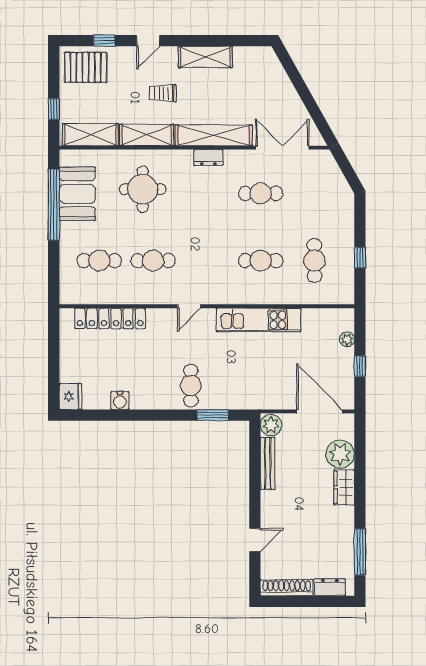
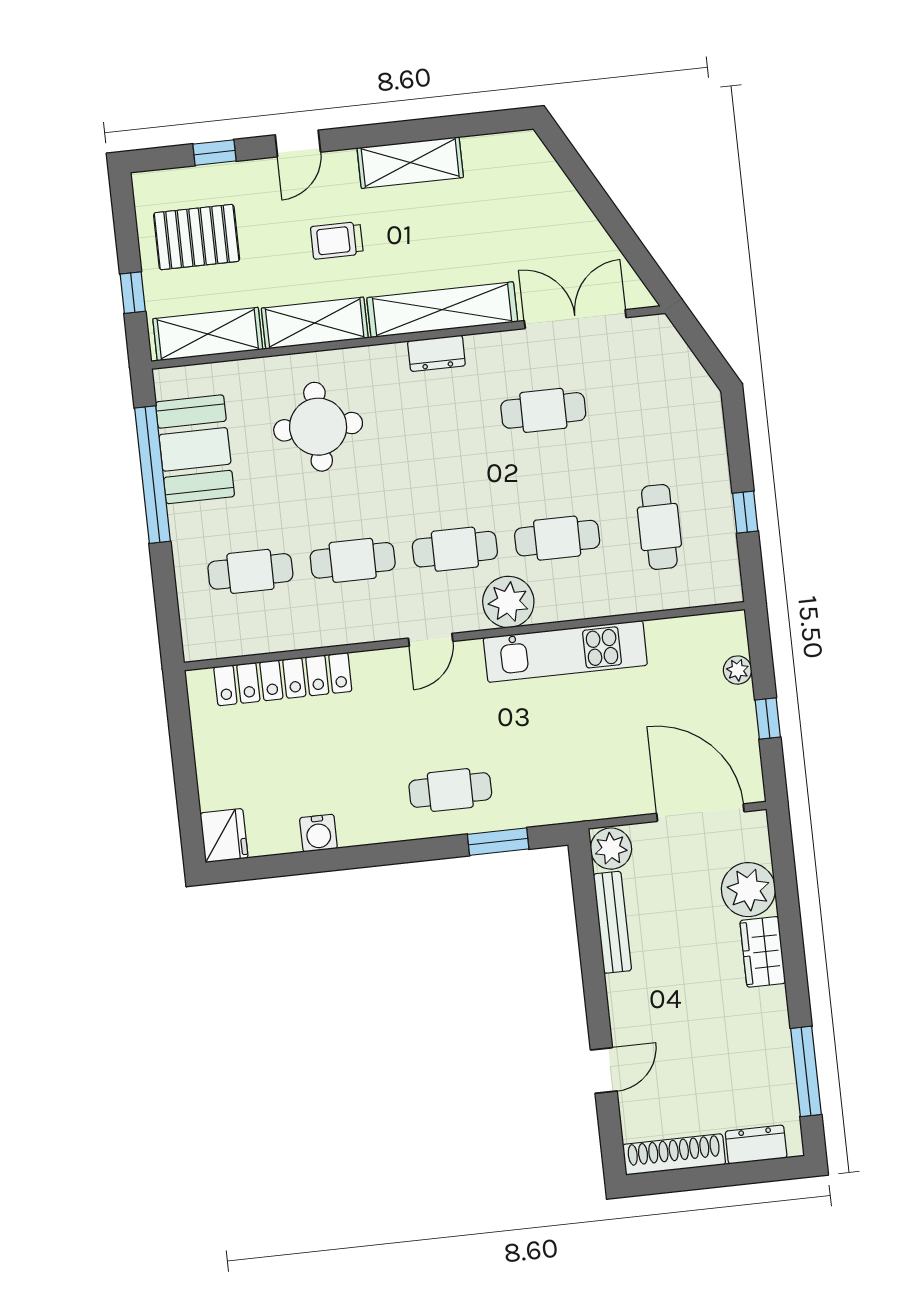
pallet: (86, 67) -> (197, 237), moved
cafe table: (207, 261) -> (455, 549), added
plant: (232, 291) -> (508, 602), added
cafe table: (191, 386) -> (450, 790), turned 90

